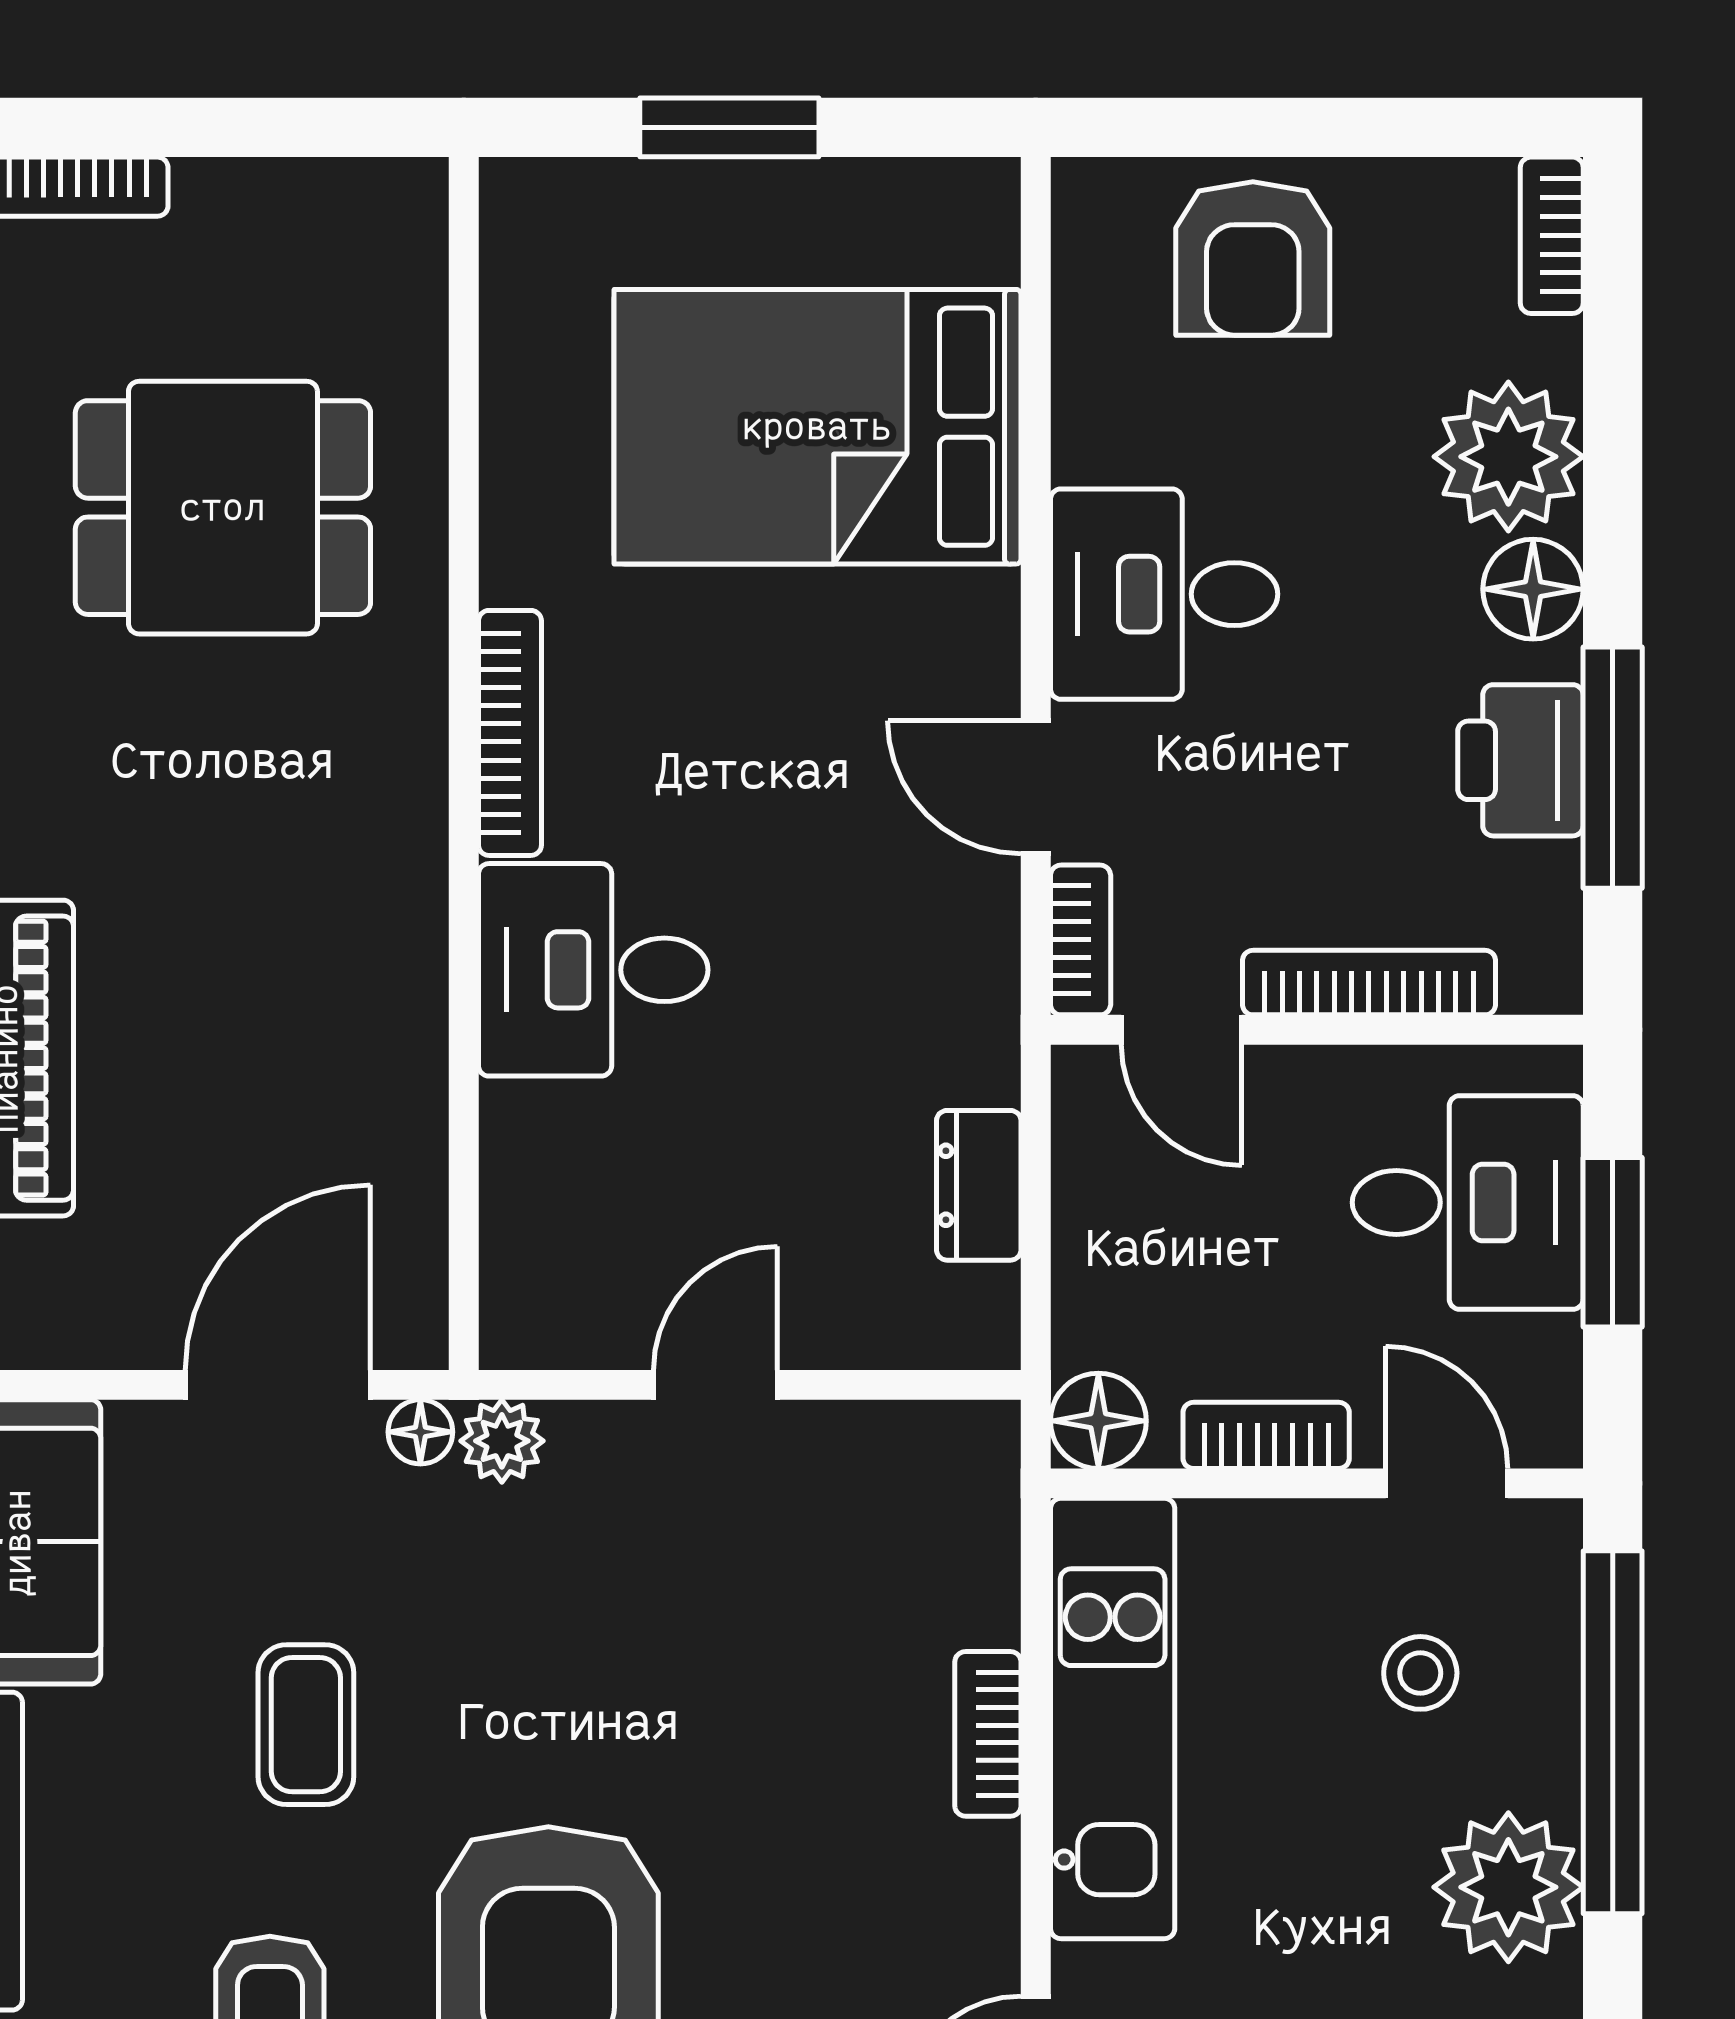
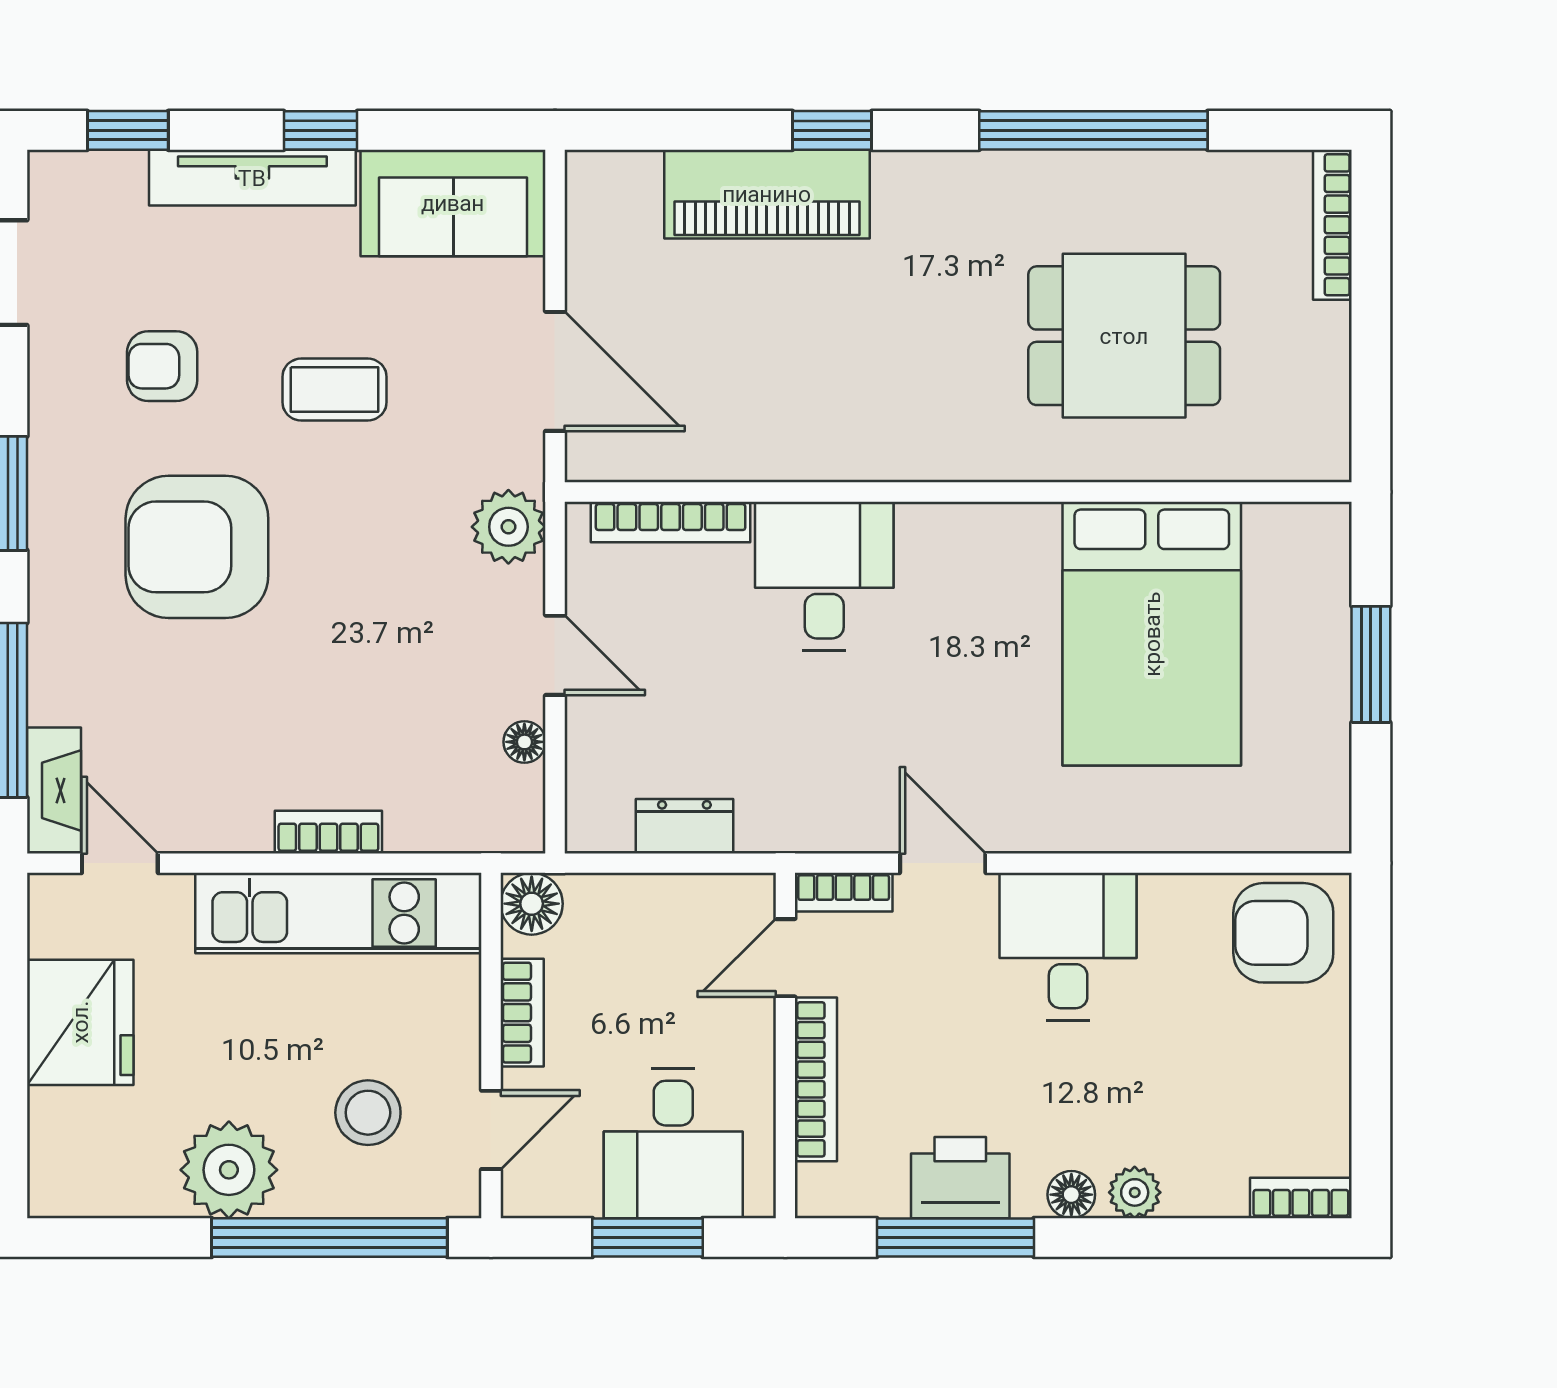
armchair: (1253, 258) -> (1283, 933), moved
bed: (817, 427) -> (1152, 634), moved, turned 180
plant: (1508, 457) -> (1135, 1192), width x0.53, depth x0.53
dining table: (223, 508) -> (1124, 336), turned 90
floor lamp: (1533, 589) -> (1071, 1195), width x0.73, depth x0.73
bookcase: (510, 733) -> (671, 522), moved
door: (1036, 787) -> (943, 863), hinge flipped
floor lamp: (420, 1432) -> (524, 742), moved
plant: (502, 1441) -> (508, 527), width x1.38, depth x1.38
stool: (1420, 1673) -> (368, 1113), width x1.37, depth x1.37

